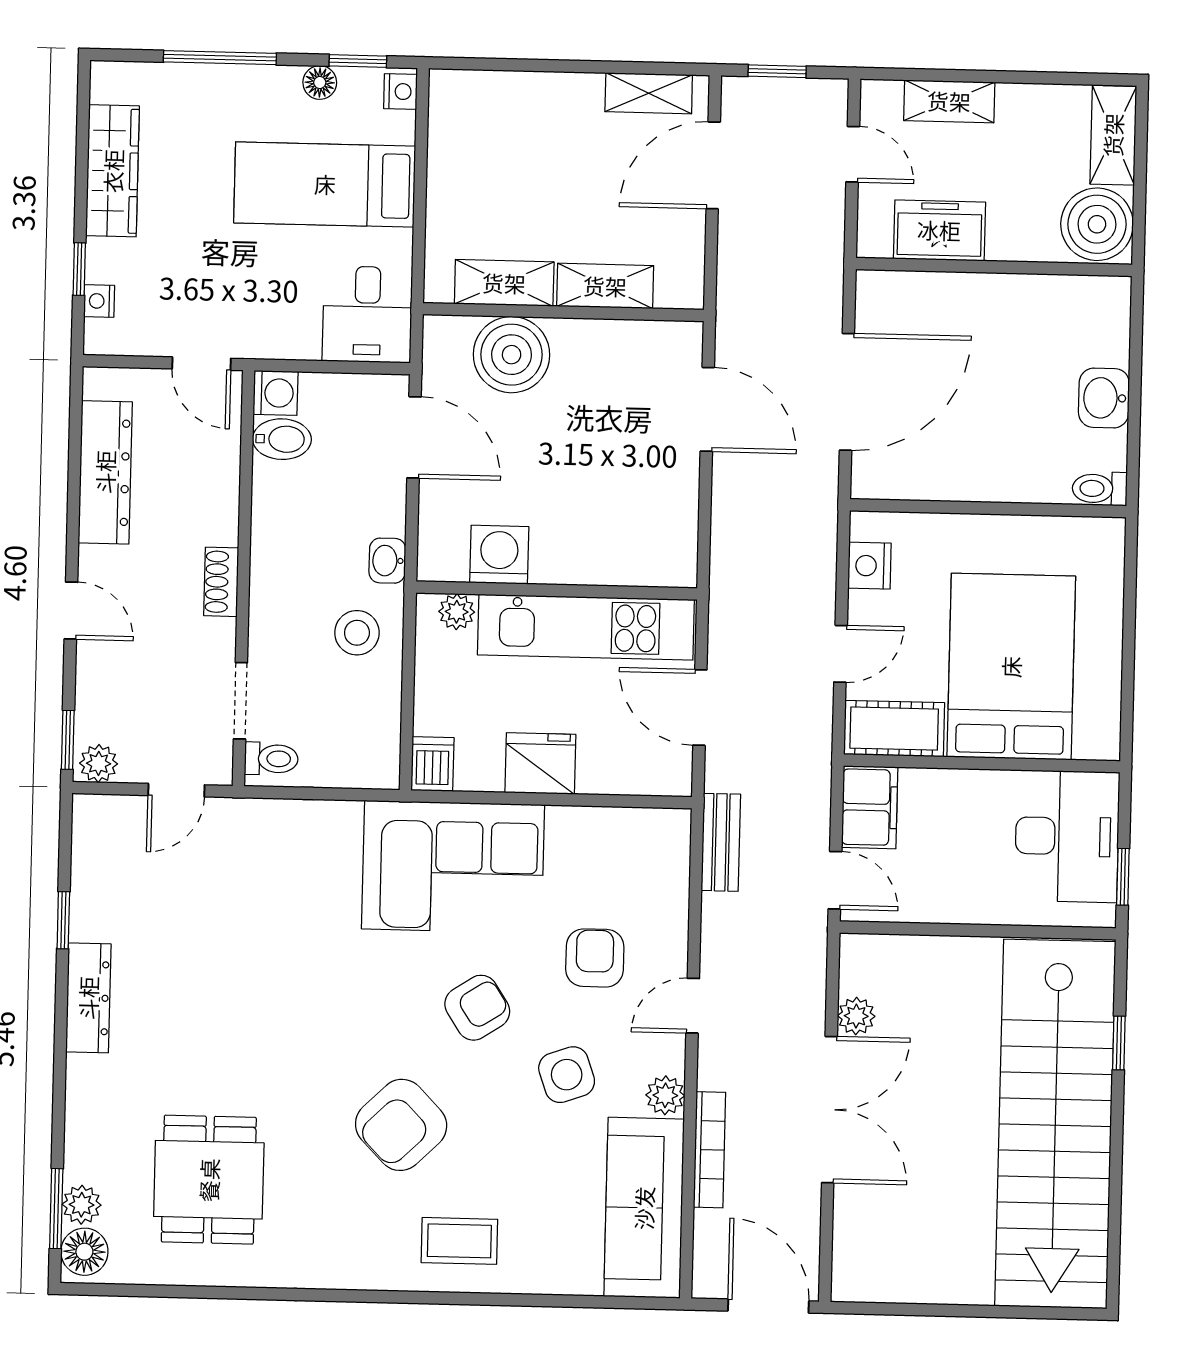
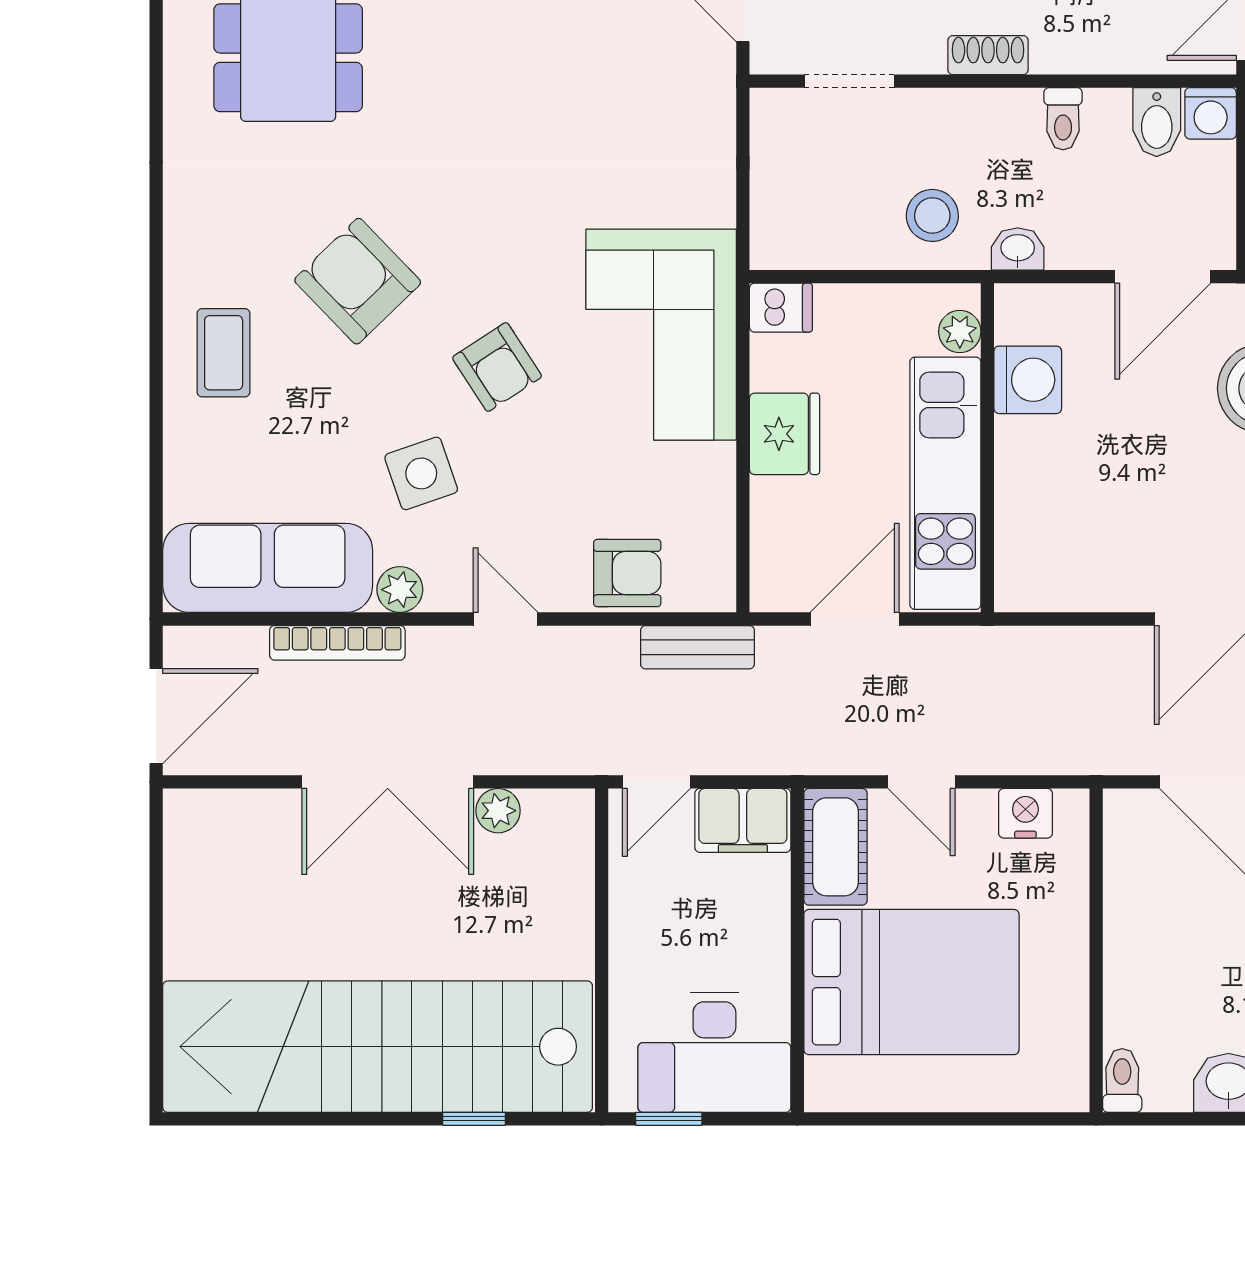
toilet: (271, 759) -> (1063, 119), moved
armchair: (595, 958) -> (627, 573), moved

